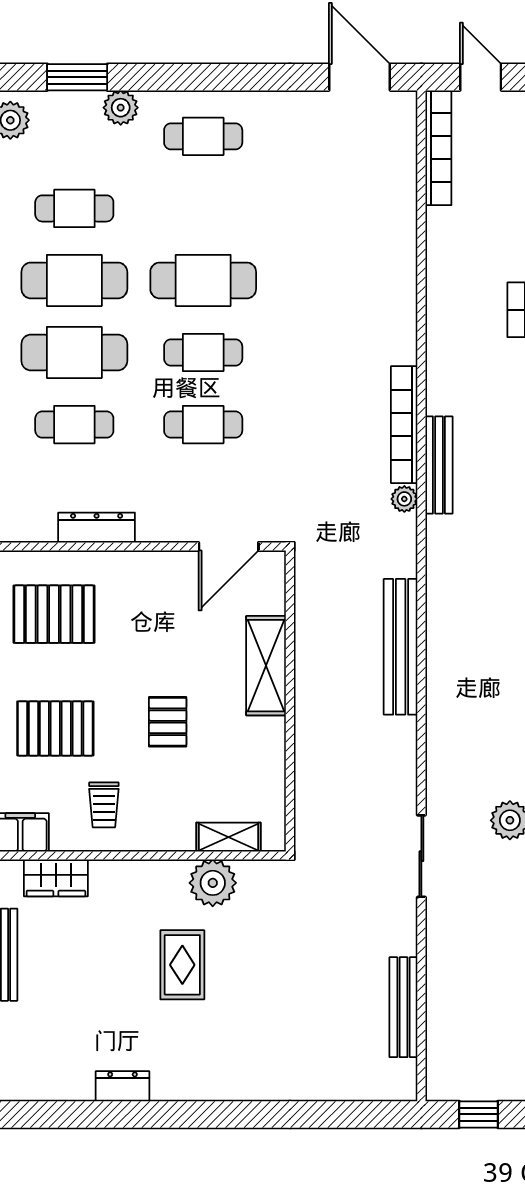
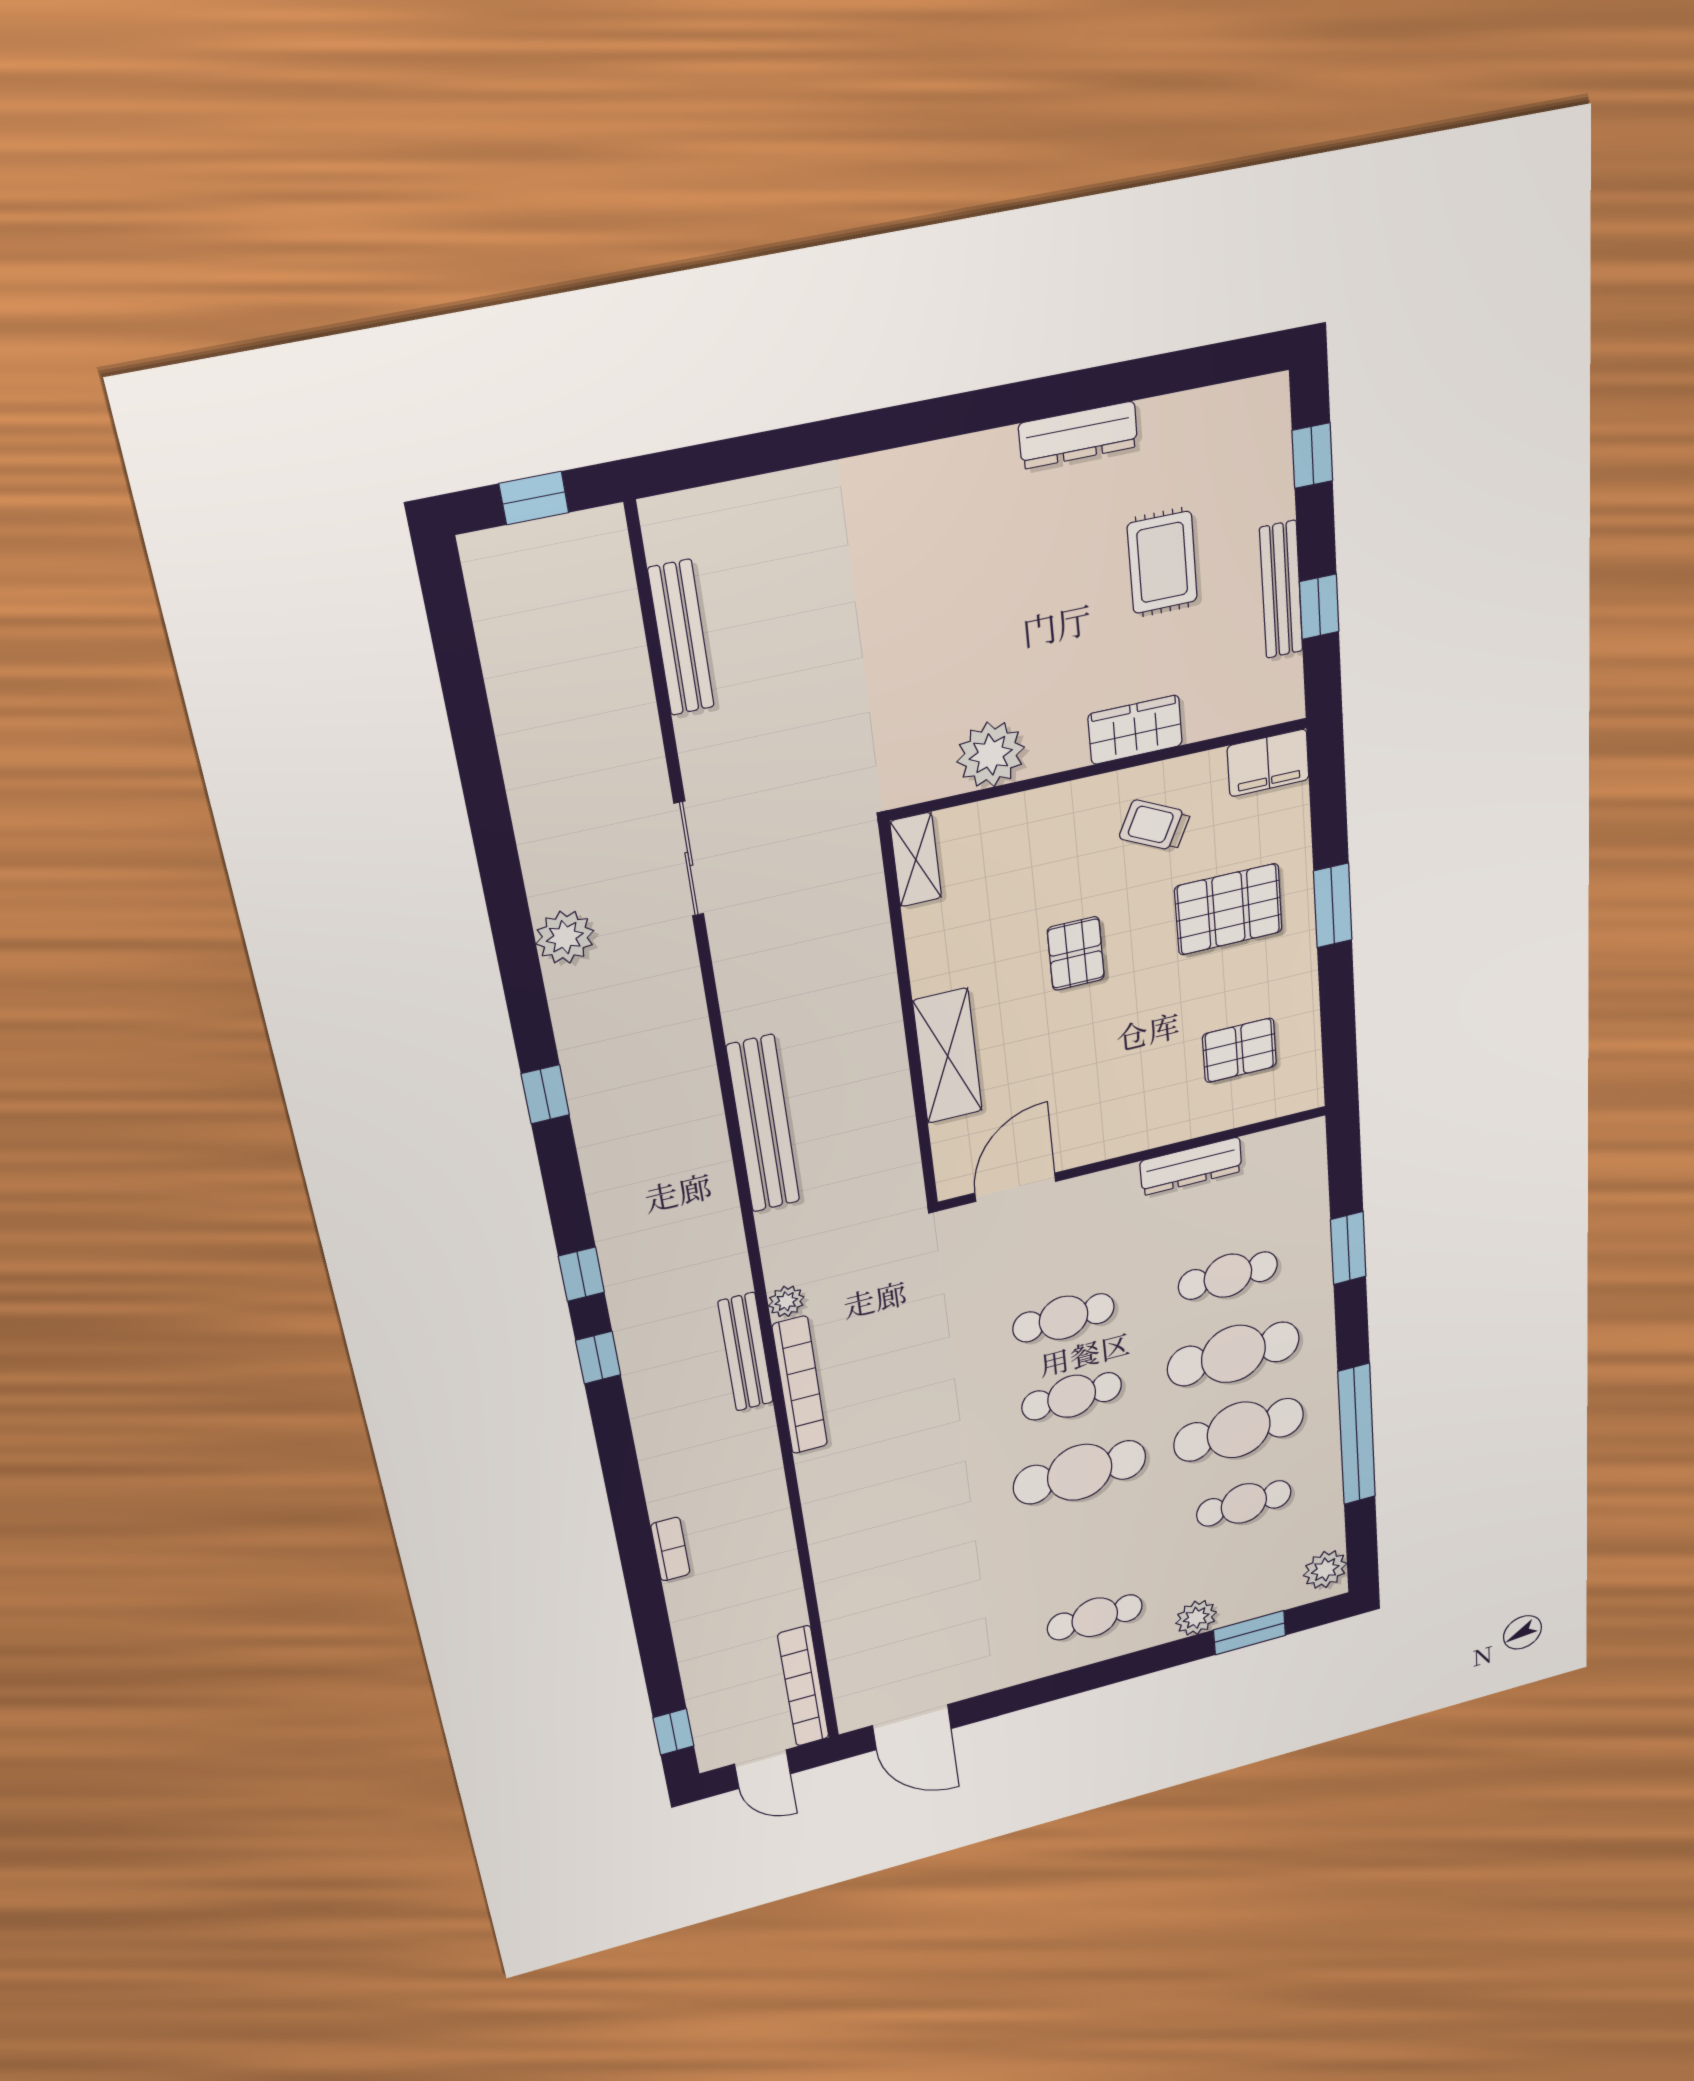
pallet: (54, 614) -> (1239, 1050), width x0.67, depth x0.71
trolley: (104, 805) -> (1155, 825), turned -64
shelving: (229, 837) -> (916, 860), moved, turned 90
wardrobe: (56, 878) -> (1135, 730), moved
rug: (182, 965) -> (1162, 562), moved
dresser: (122, 1086) -> (1078, 435), width x1.44

